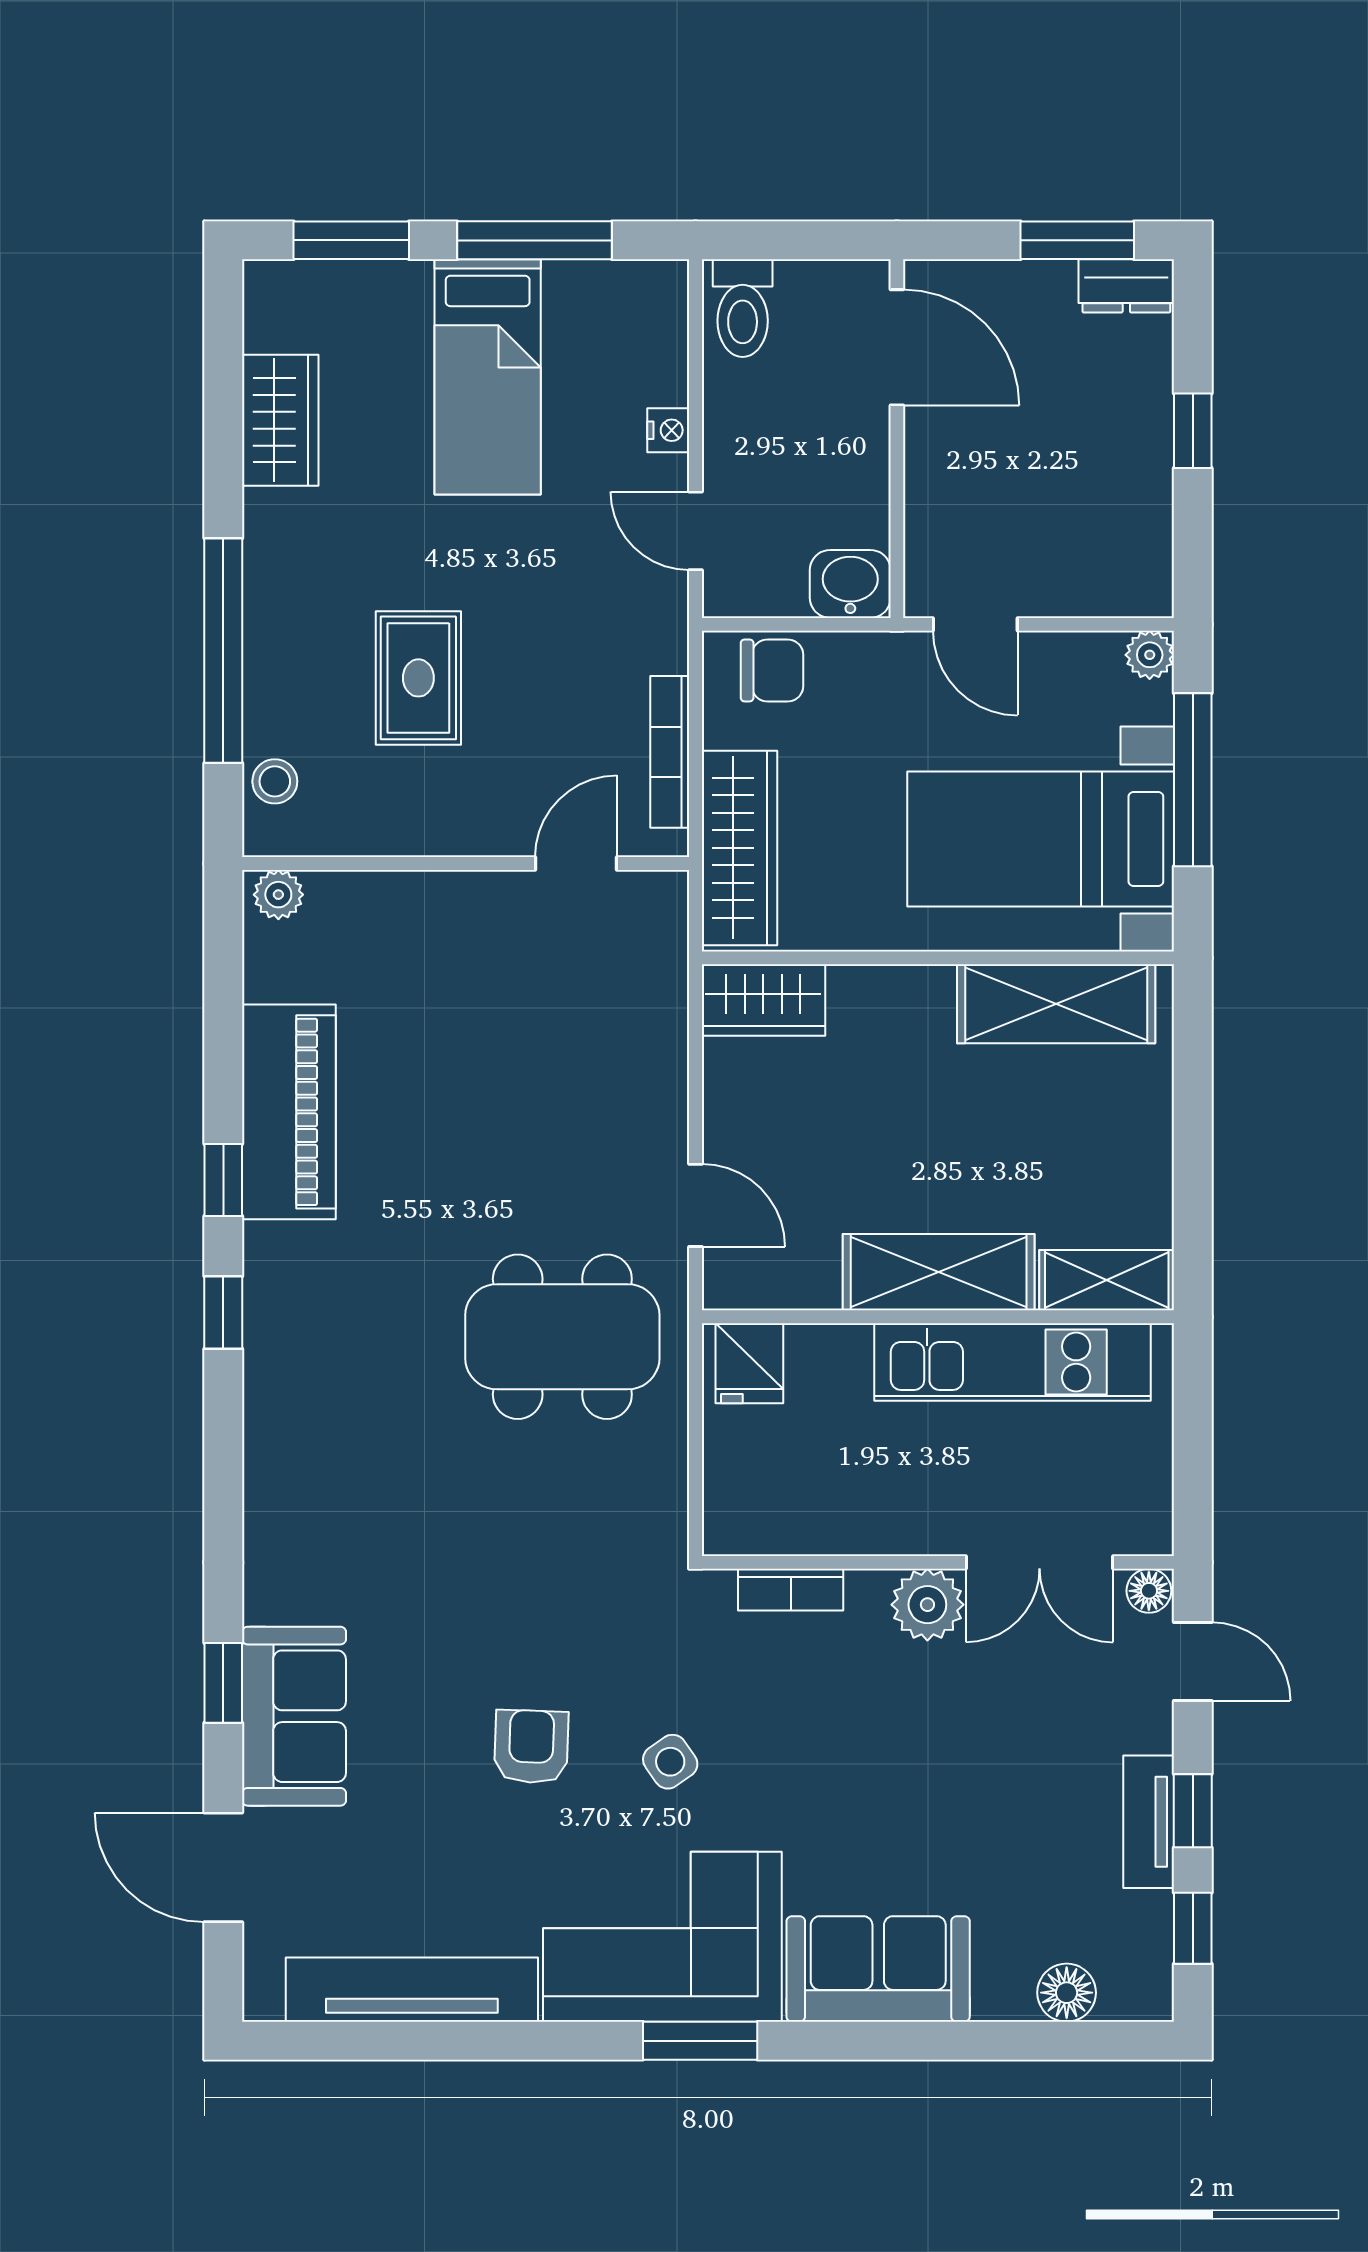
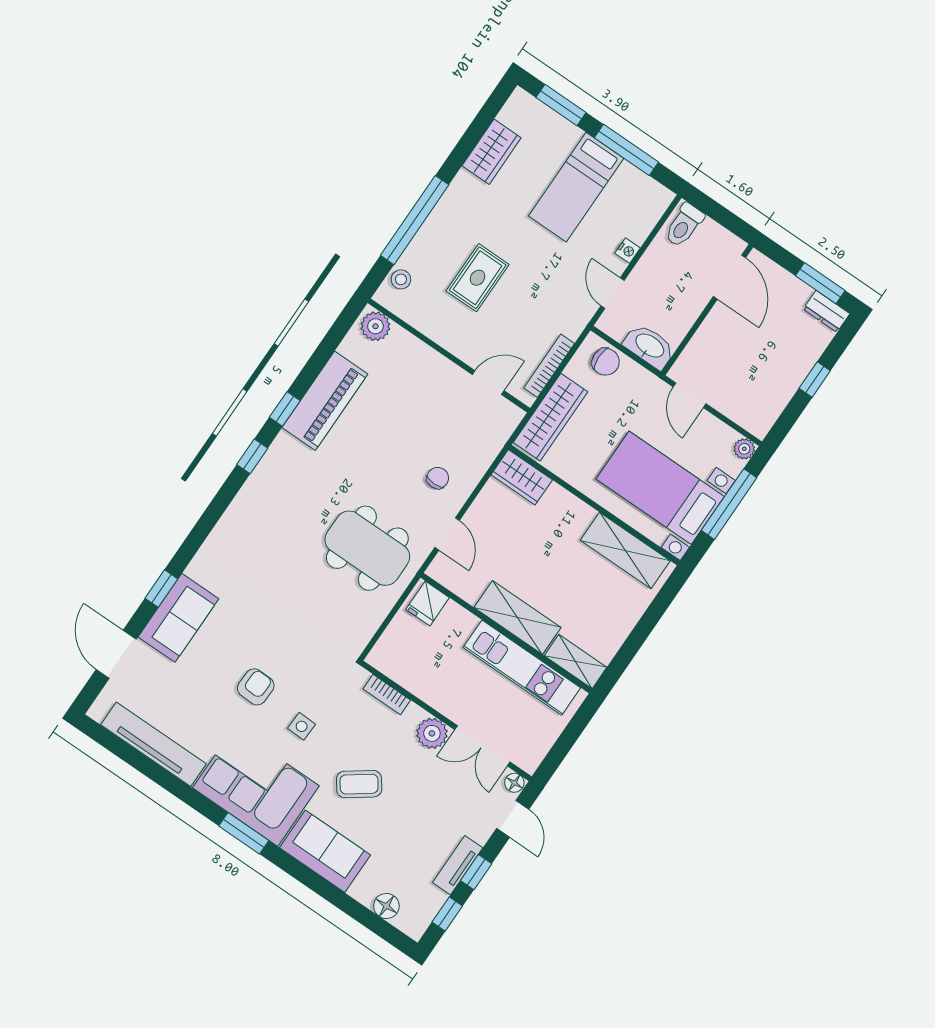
washbasin: (850, 584) -> (649, 346), width x1.38
plant: (278, 895) -> (375, 326), width x1.38, depth x1.38
chair: (604, 1111) -> (438, 478), added
side table: (670, 1762) -> (302, 726), turned 37
coffee table: (855, 1796) -> (359, 784), added

